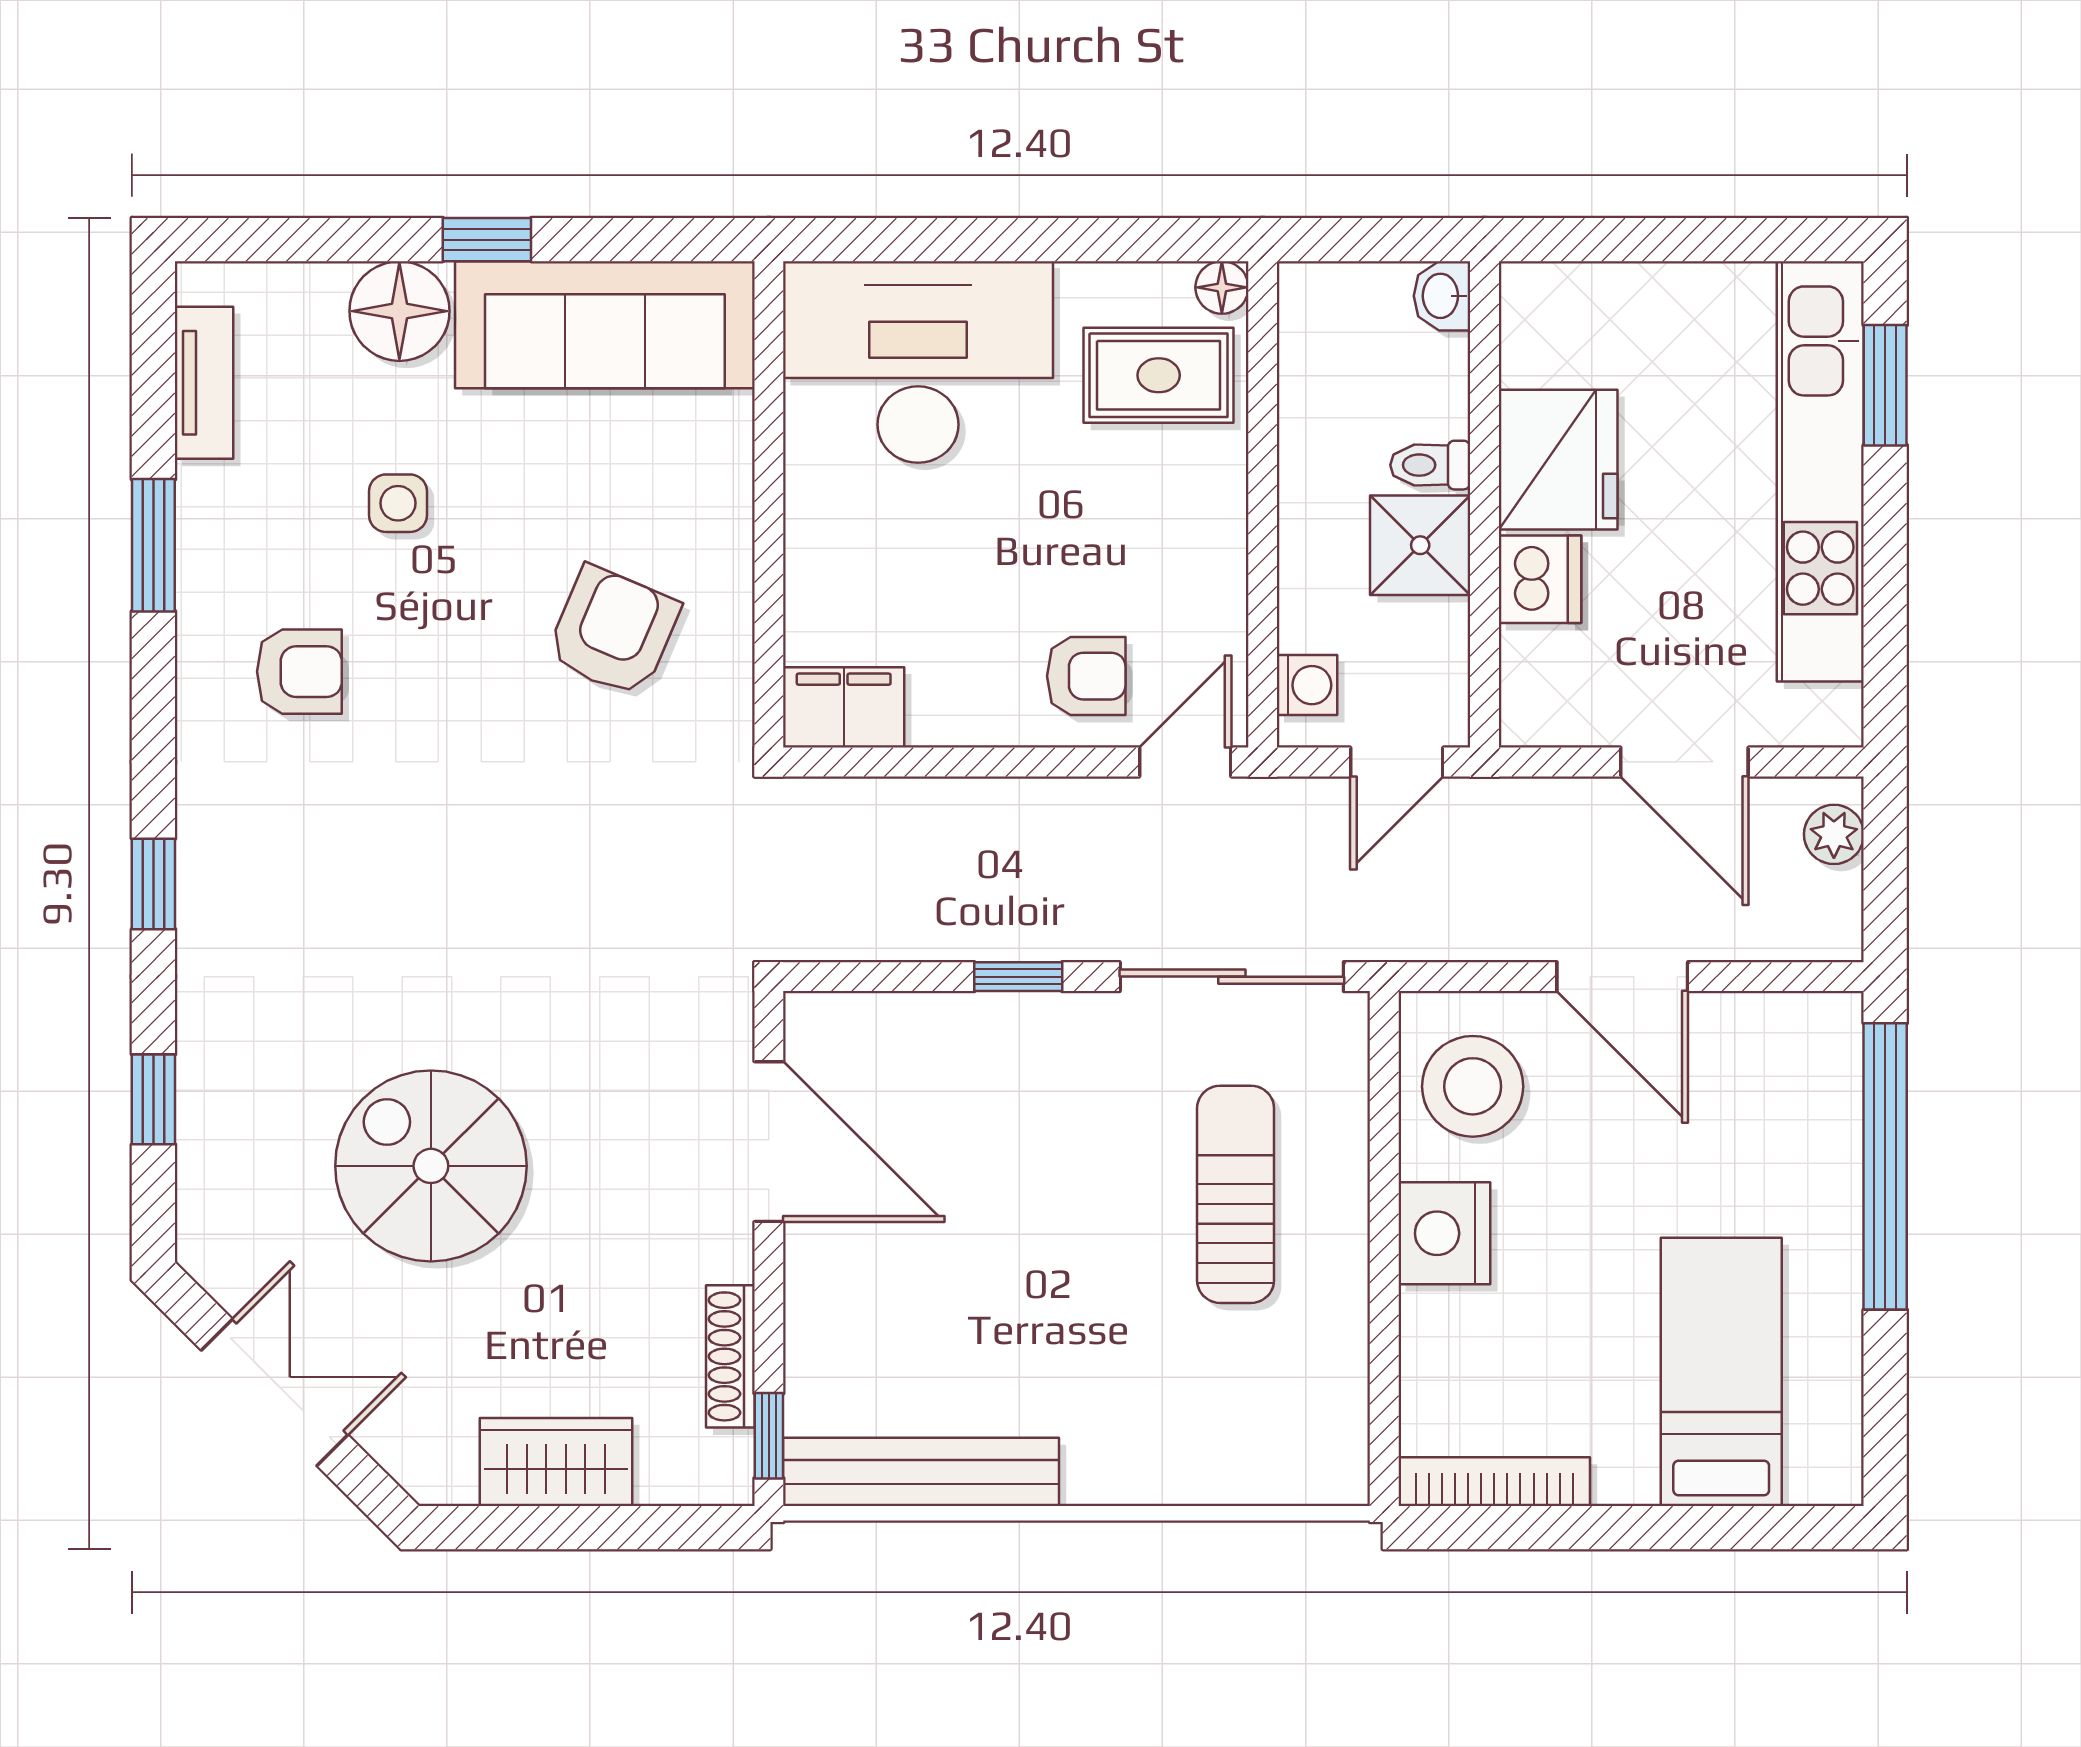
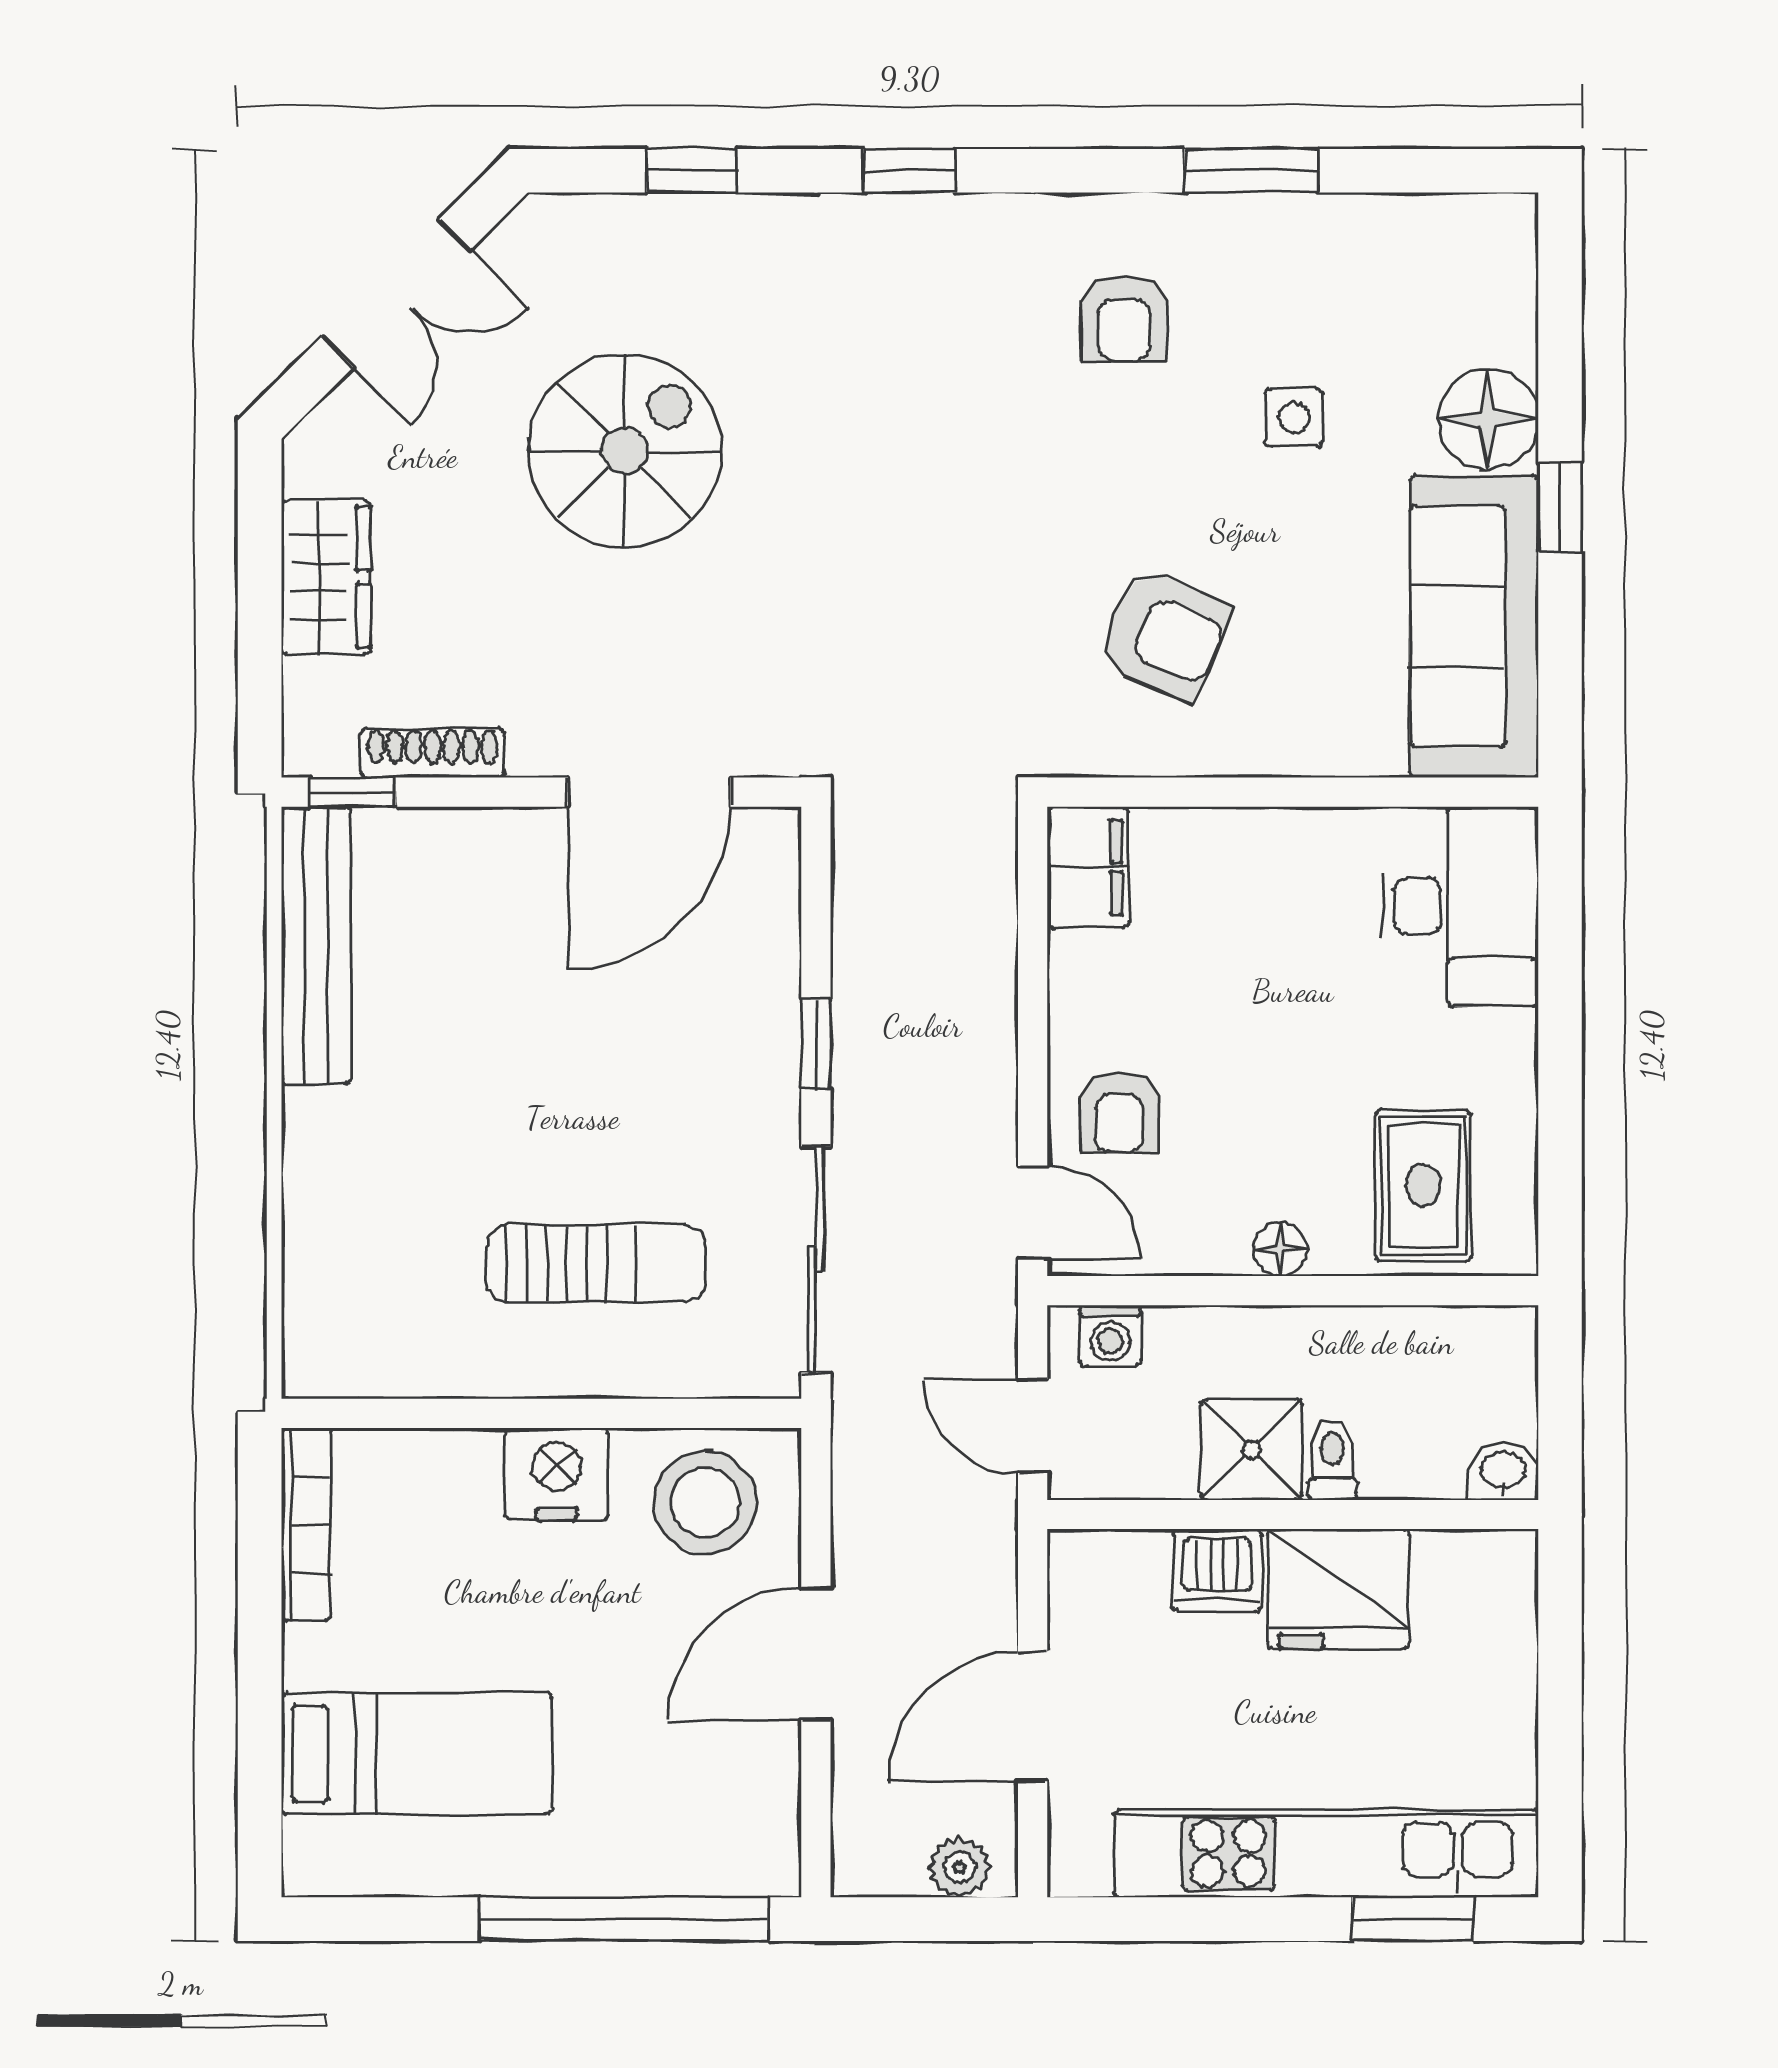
floor lamp: (1222, 287) -> (1280, 1249), moved
desk: (918, 362) -> (1460, 906), width x0.73, depth x0.77
tv unit: (204, 383) -> (1415, 222), removed

